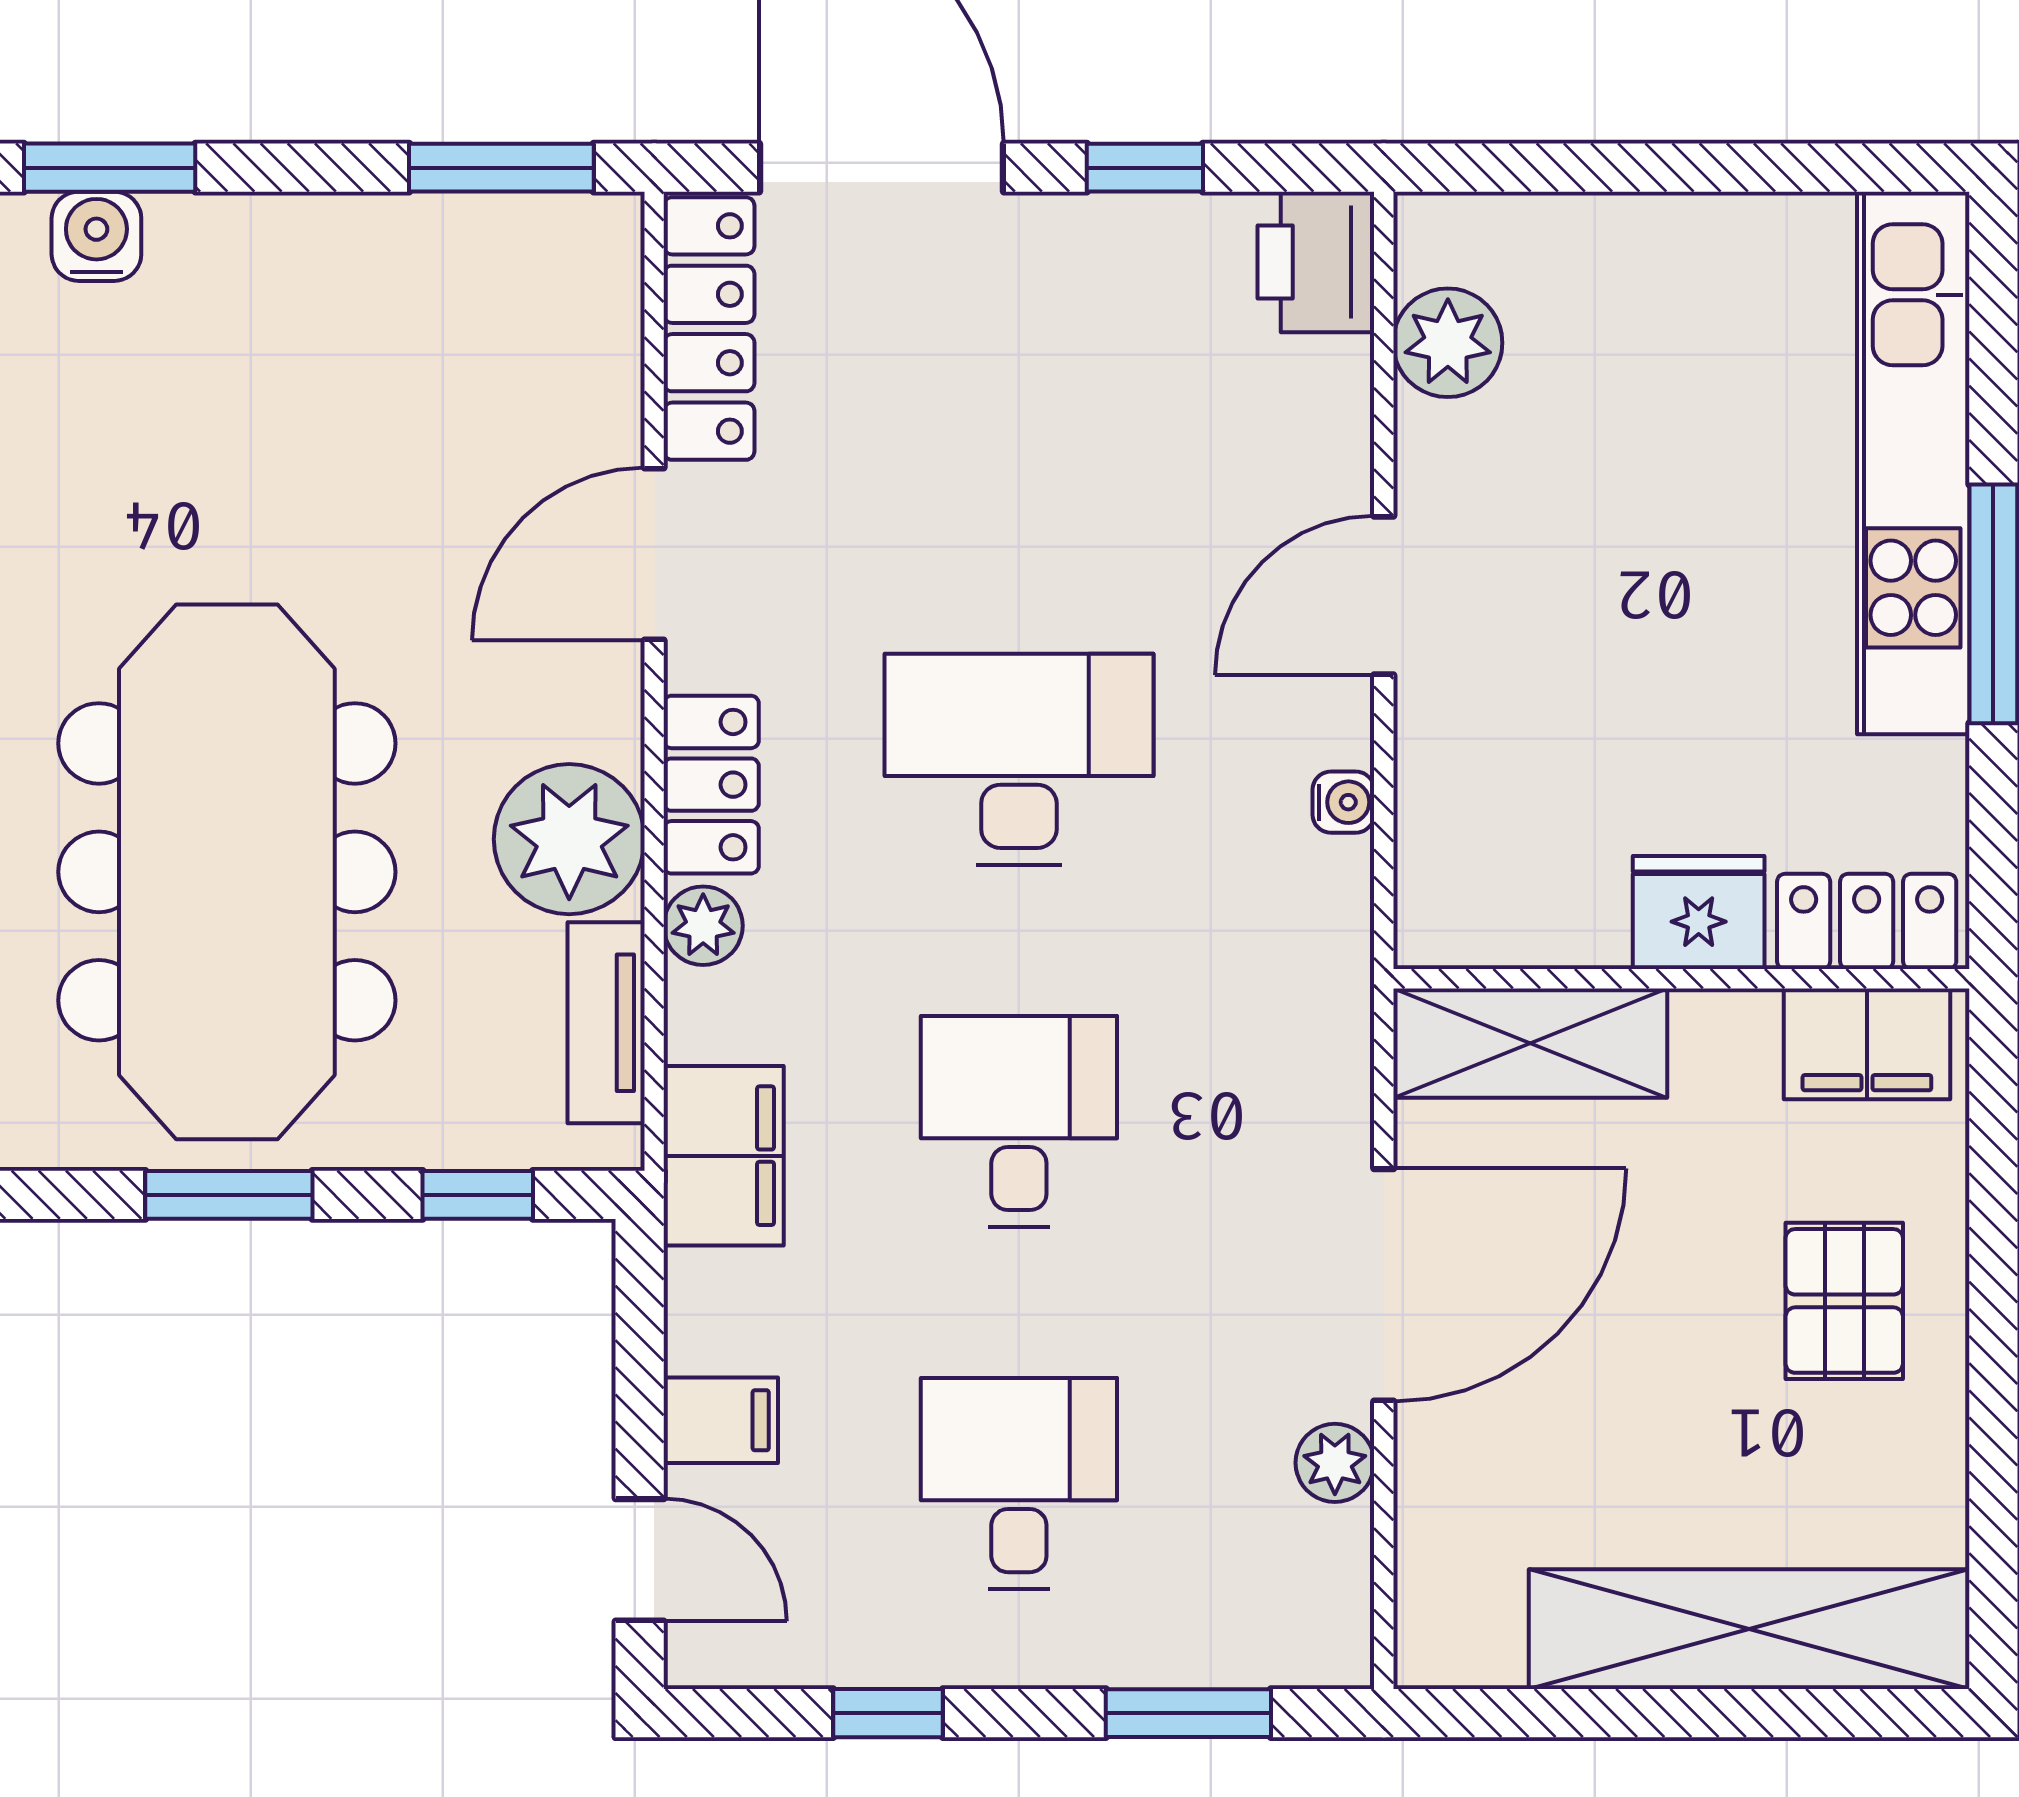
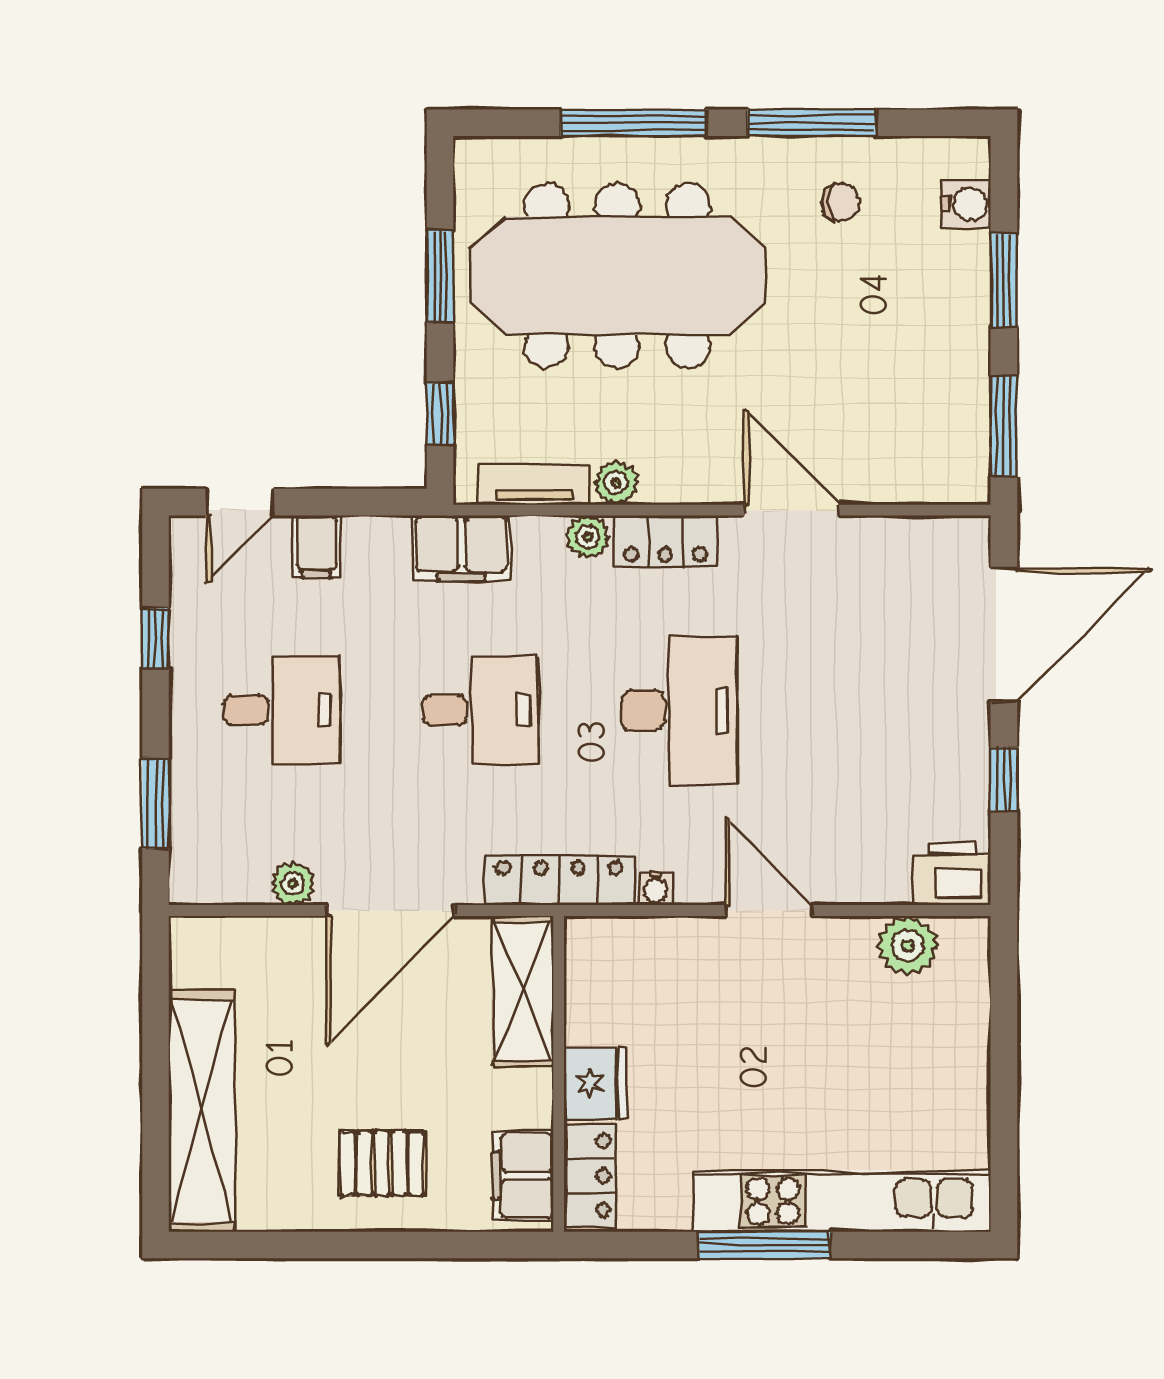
window: (110, 168) -> (1004, 280), moved
locker: (709, 329) -> (559, 880), moved, turned 180
chair: (94, 464) -> (841, 203), added
plant: (569, 839) -> (616, 483), width x0.53, depth x0.53
door: (1384, 1285) -> (391, 910), hinge flipped

